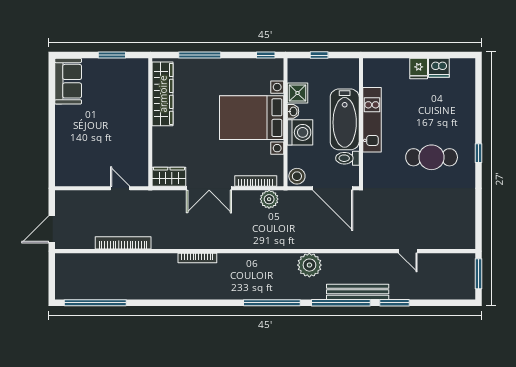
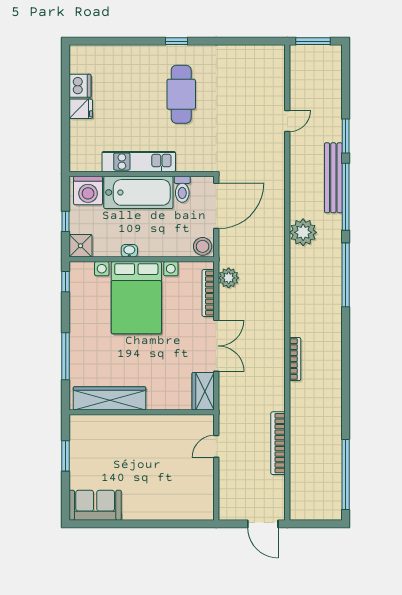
shower: (298, 93) -> (81, 246), moved
washing machine: (300, 132) -> (88, 191), moved, turned 180

